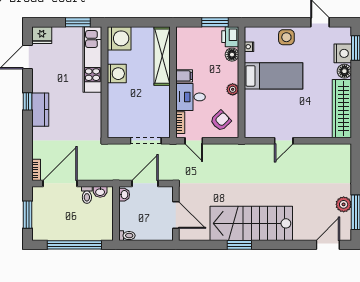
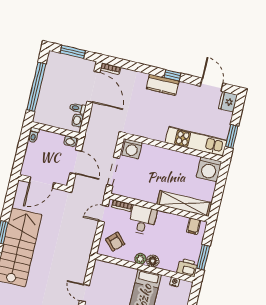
floor lamp: (232, 55) -> (153, 261), moved
washing machine: (117, 74) -> (132, 149), moved
filing cabinet: (184, 76) -> (194, 226), moved

